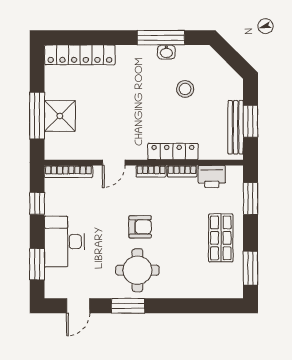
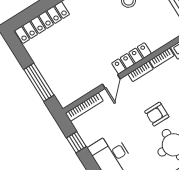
shower: (60, 116) -> (55, 73), removed
locker: (173, 152) -> (131, 58), moved
armchair: (140, 227) -> (157, 114), turned 180

